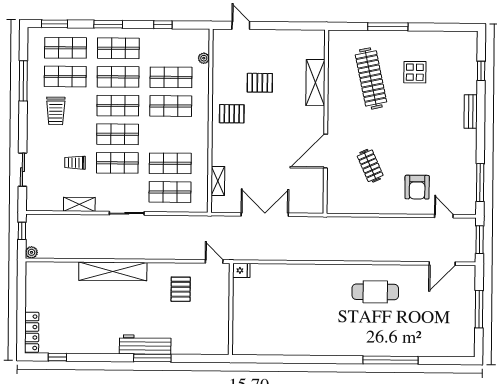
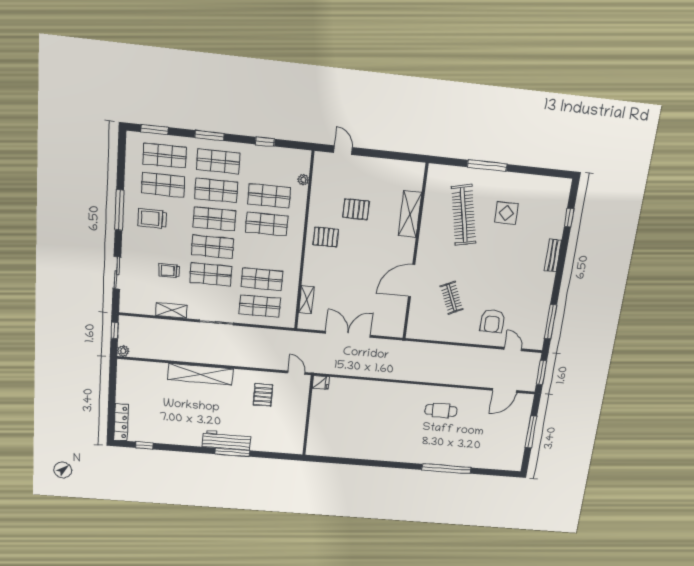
window: (23, 81) -> (119, 210), moved
trolley: (56, 111) -> (152, 218), turned 90
cafe table: (375, 292) -> (441, 410), width x0.73, depth x0.74

